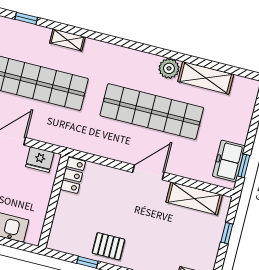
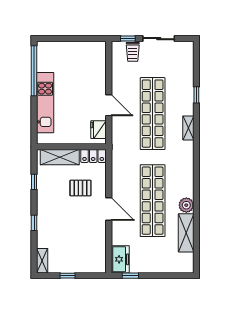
freezer: (229, 161) -> (120, 259), moved, turned 90
shelving: (194, 198) -> (60, 157), moved, turned 90
window: (227, 233) -> (68, 276), moved
pallet: (109, 246) -> (80, 188), moved, turned 90

